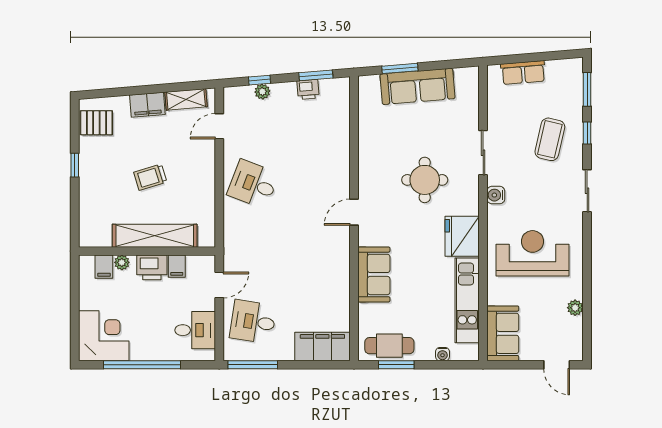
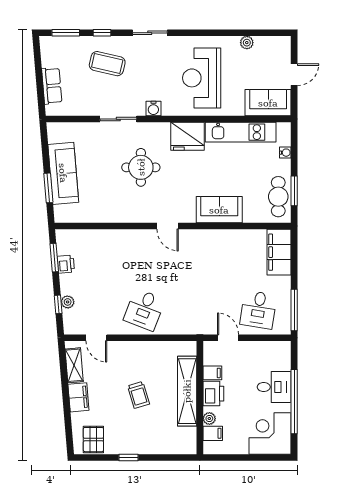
desk: (195, 330) -> (274, 387), moved, turned 90
door: (557, 365) -> (294, 75), moved

